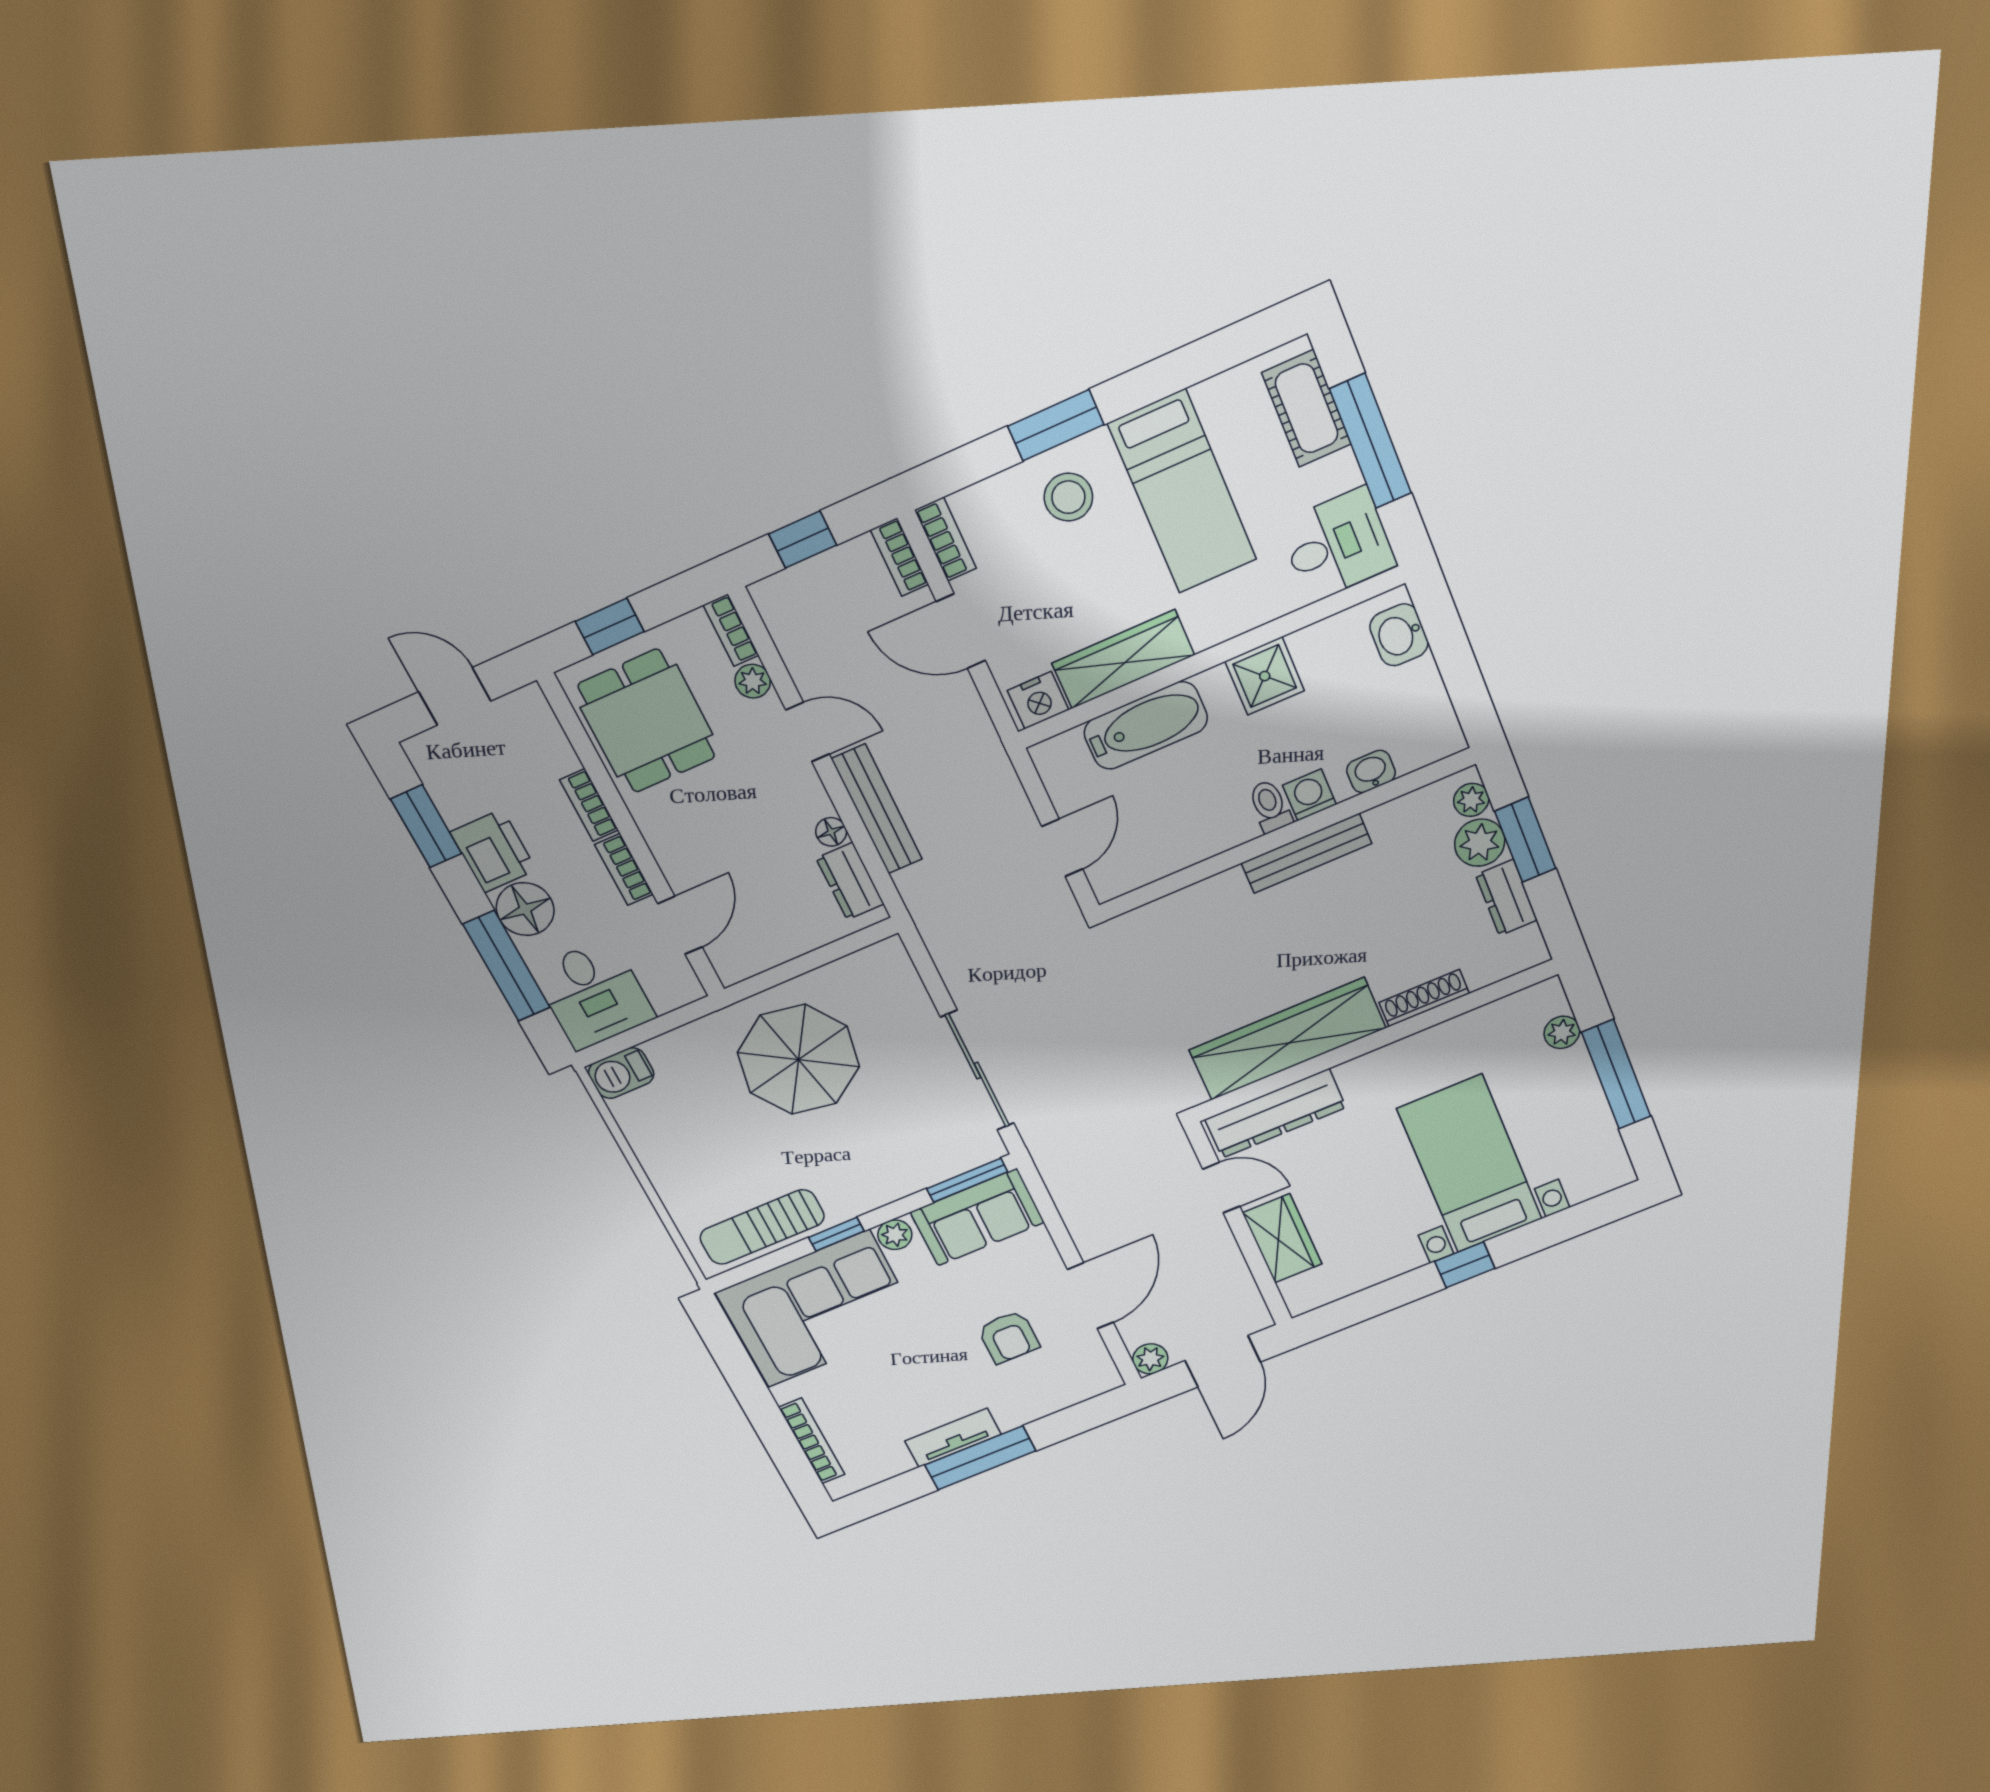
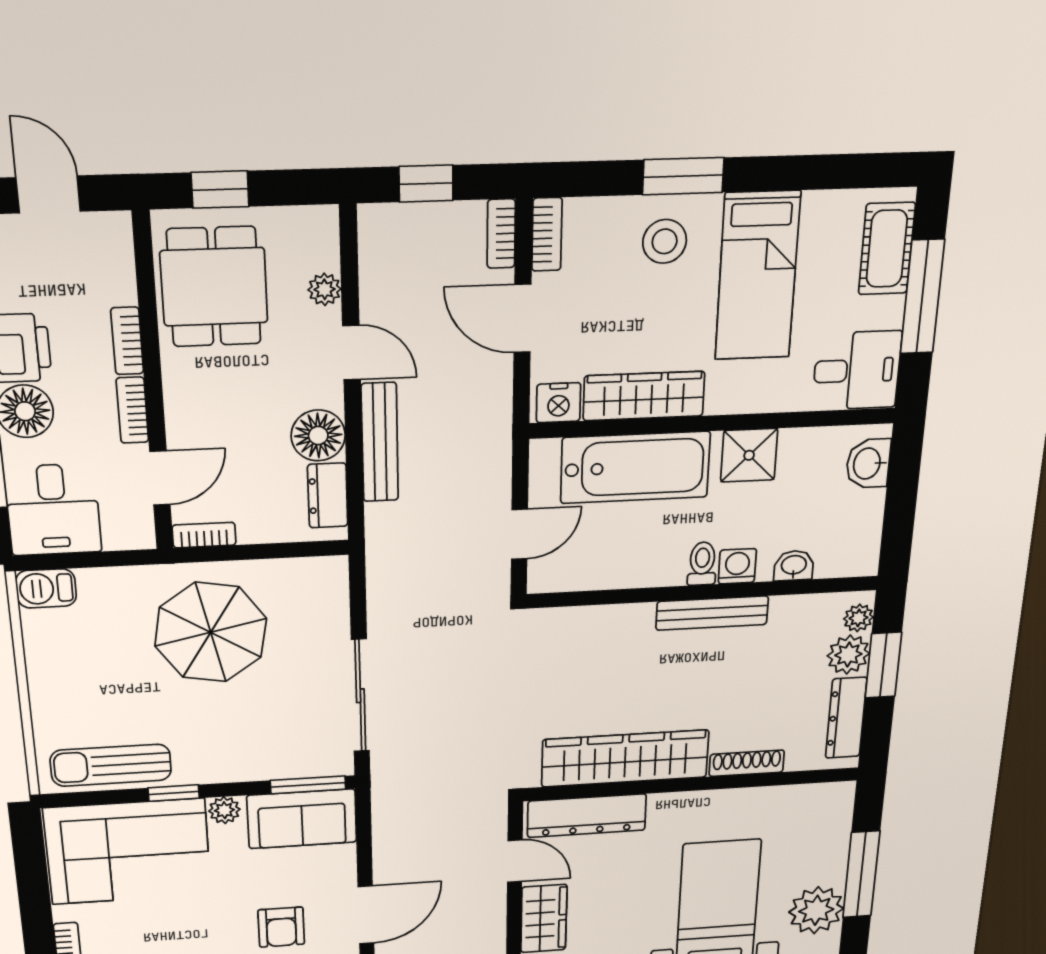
bookcase: (731, 630) -> (204, 535), moved, turned 90
bathtub: (1146, 725) -> (635, 467), width x1.36, depth x1.36
floor lamp: (831, 832) -> (318, 435), width x1.89, depth x1.89
dresser: (1506, 898) -> (846, 718), width x1.44
plant: (1562, 1032) -> (816, 910), moved, width x1.87, depth x1.87

